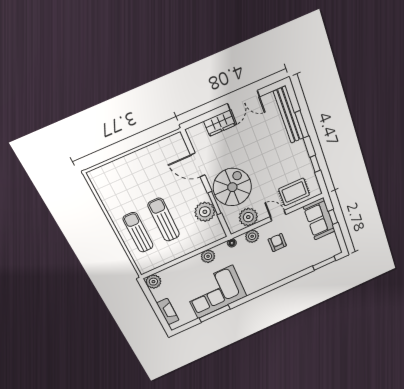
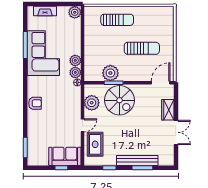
double door: (244, 100) -> (176, 132), swing flipped
bench: (289, 115) -> (137, 160), moved
door: (198, 165) -> (161, 83), moved
sun lounger: (164, 220) -> (142, 48), moved
plant: (252, 236) -> (75, 72), moved
armchair: (277, 243) -> (35, 103), moved

